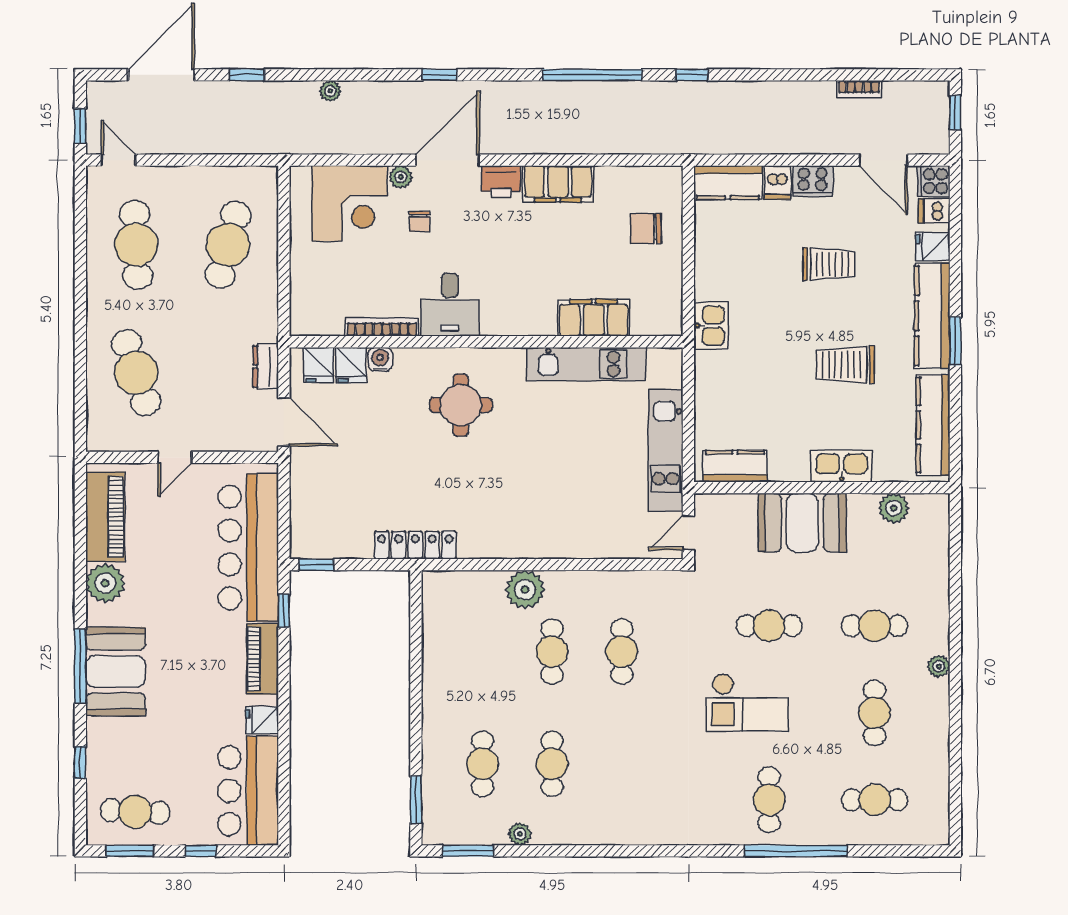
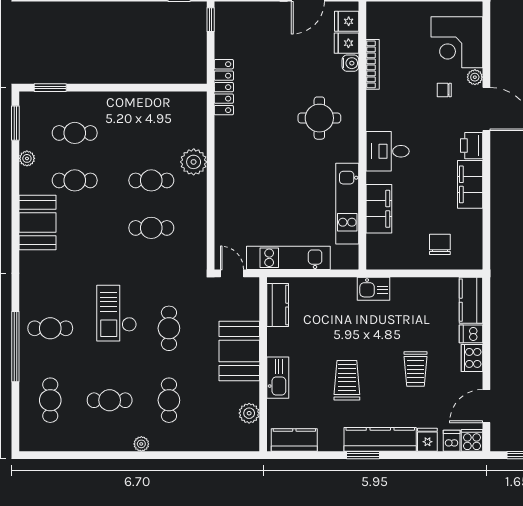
desk: (450, 305) -> (388, 151), moved
kitchen counter: (933, 425) -> (294, 440), width x0.67
booth: (614, 818) -> (38, 223), added

